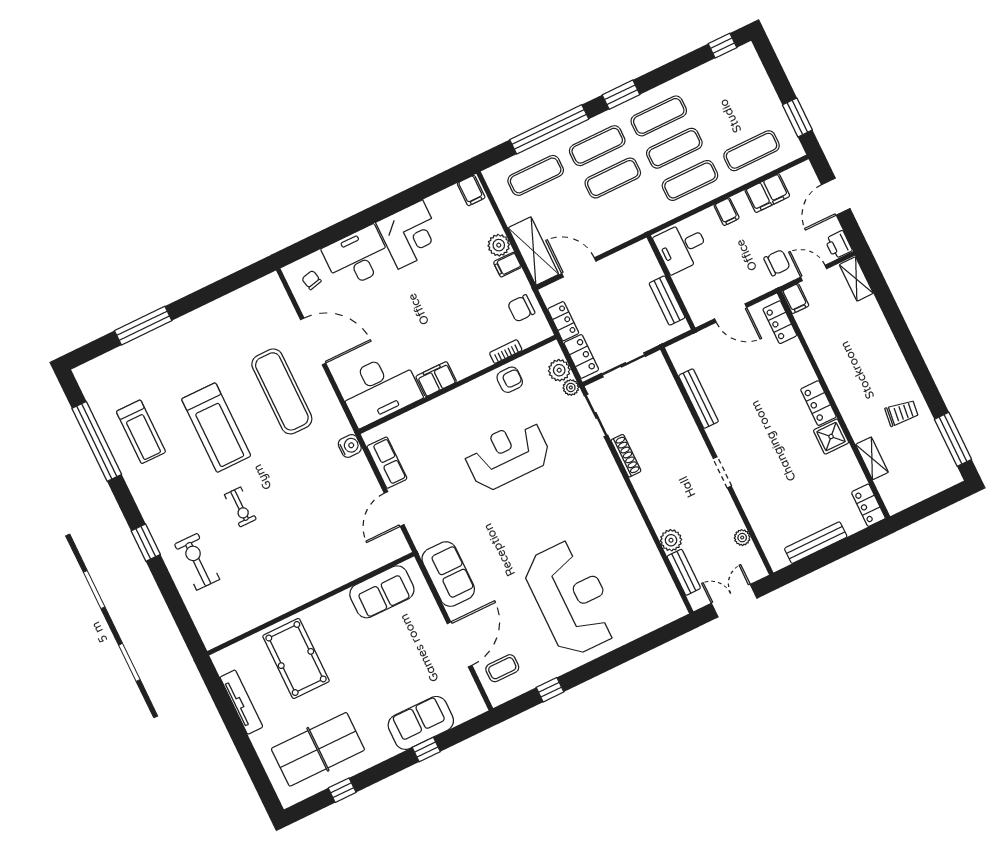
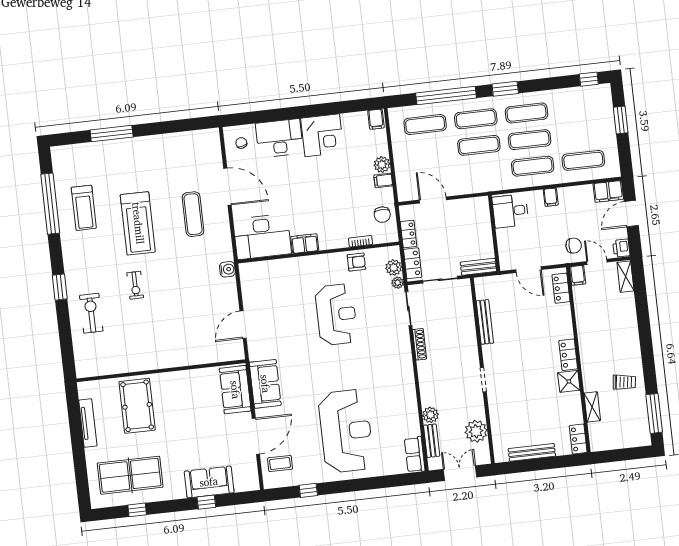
window: (797, 117) -> (621, 120), moved
filing cabinet: (767, 193) -> (608, 191), moved
shelving: (533, 251) -> (405, 177), removed
bench: (667, 301) -> (478, 267), moved, turned 90
chair: (521, 308) -> (382, 215), turned -90
exercise mat: (282, 391) -> (193, 214), width x0.73, depth x0.69
reception desk: (507, 455) -> (336, 314), turned 90
row of seats: (387, 463) -> (415, 454), moved, turned 180
plant: (742, 538) -> (476, 431), width x1.87, depth x1.87
sofa: (382, 592) -> (235, 390), moved, turned 90

